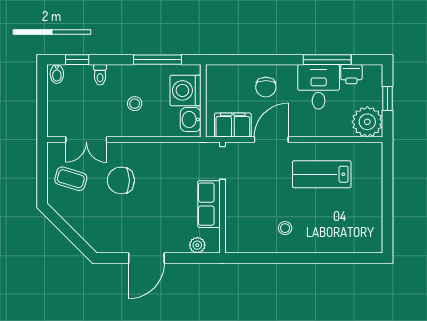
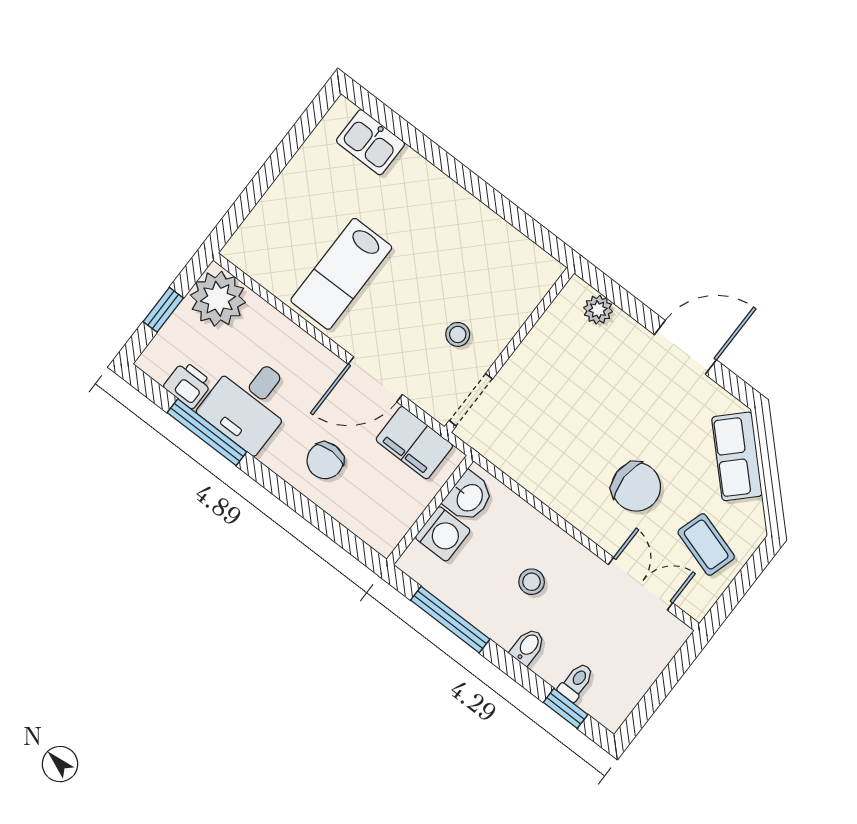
bidet: (57, 74) -> (528, 647), moved
toilet: (100, 75) -> (576, 682), moved
chair: (266, 87) -> (325, 461), turned 180
washing machine: (185, 90) -> (443, 534), width x0.73, depth x0.73
lab bench: (322, 174) -> (341, 274), turned 90
row of seats: (209, 204) -> (737, 456), moved, turned 135
stool: (285, 228) -> (458, 334), moved
kitchen sink: (353, 242) -> (370, 142), added

